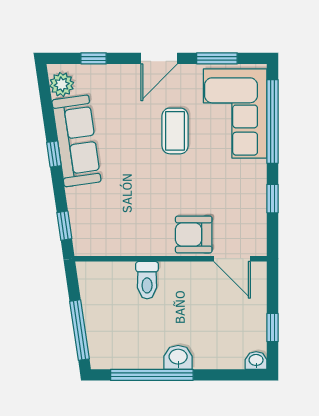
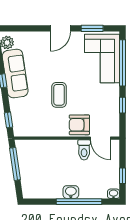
window: (94, 58) -> (25, 28), removed
coffee table: (175, 131) -> (59, 95), moved
toilet: (147, 280) -> (84, 150), moved
window: (79, 330) -> (15, 164), moved
window: (152, 375) -> (79, 202), moved

